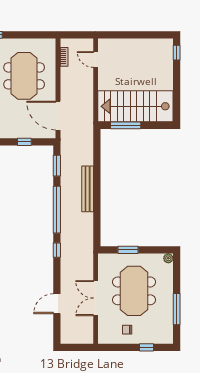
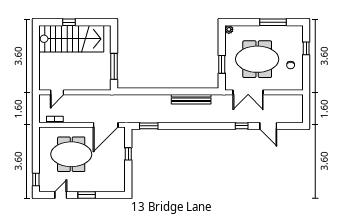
window: (177, 53) -> (69, 22), moved
stairs: (135, 106) -> (71, 39), moved, turned -90
bench: (88, 189) -> (191, 99), moved
window: (57, 210) -> (187, 126), removed
window: (57, 250) -> (242, 126), moved
double door: (96, 298) -> (248, 92), moved

